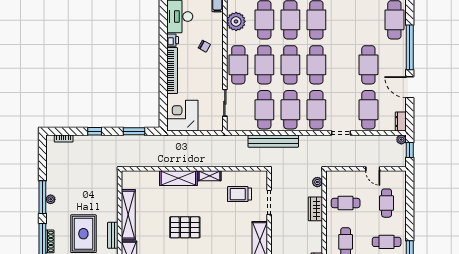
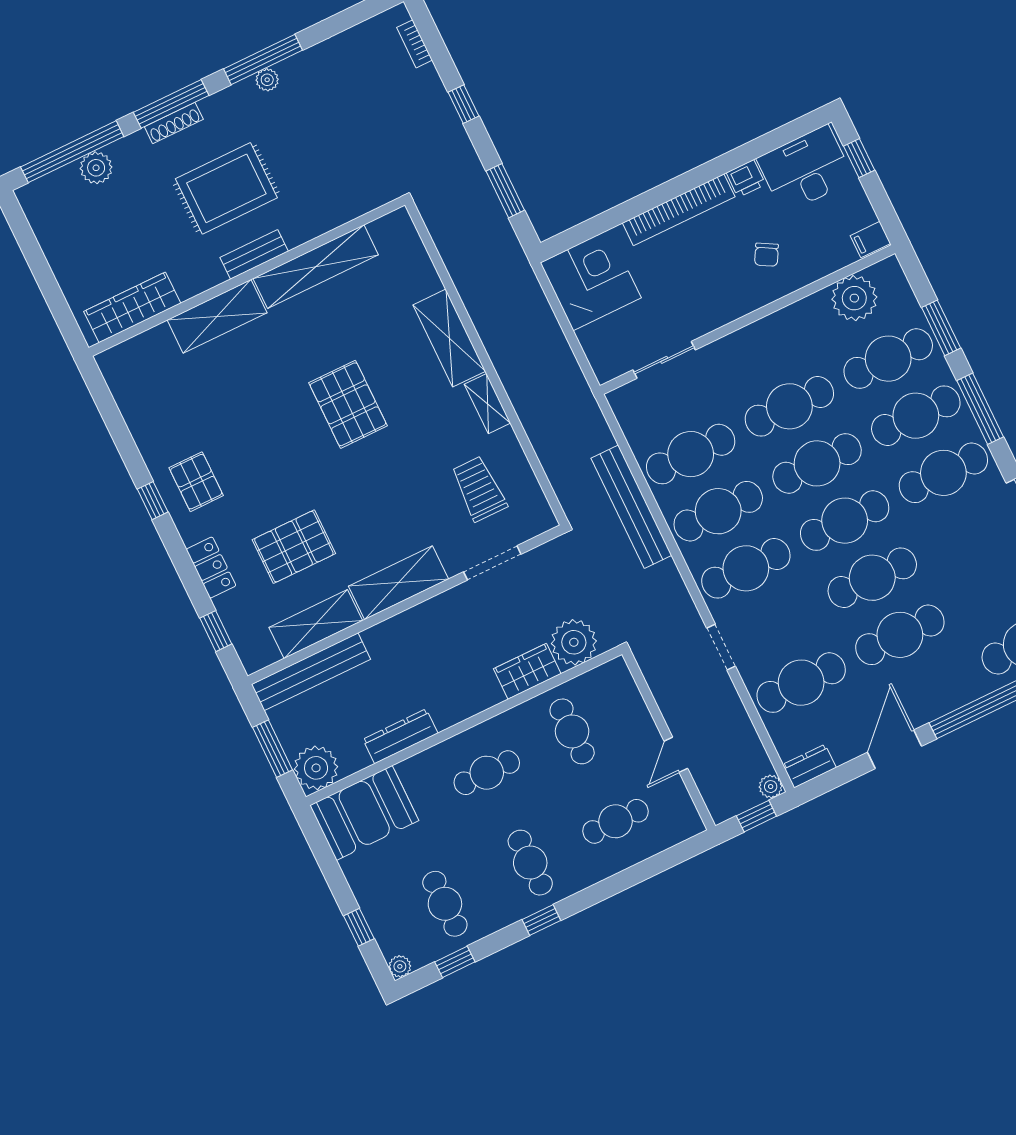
cafe table: (238, 65) -> (872, 578), moved
plant: (317, 182) -> (574, 642), width x1.88, depth x1.88

